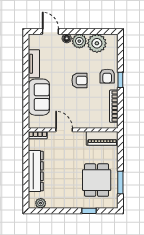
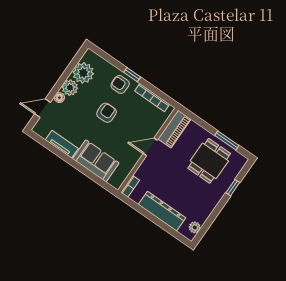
armchair: (107, 76) -> (120, 84), turned 180
door: (64, 130) -> (150, 147), moved
dining table: (97, 180) -> (209, 161), turned 90

